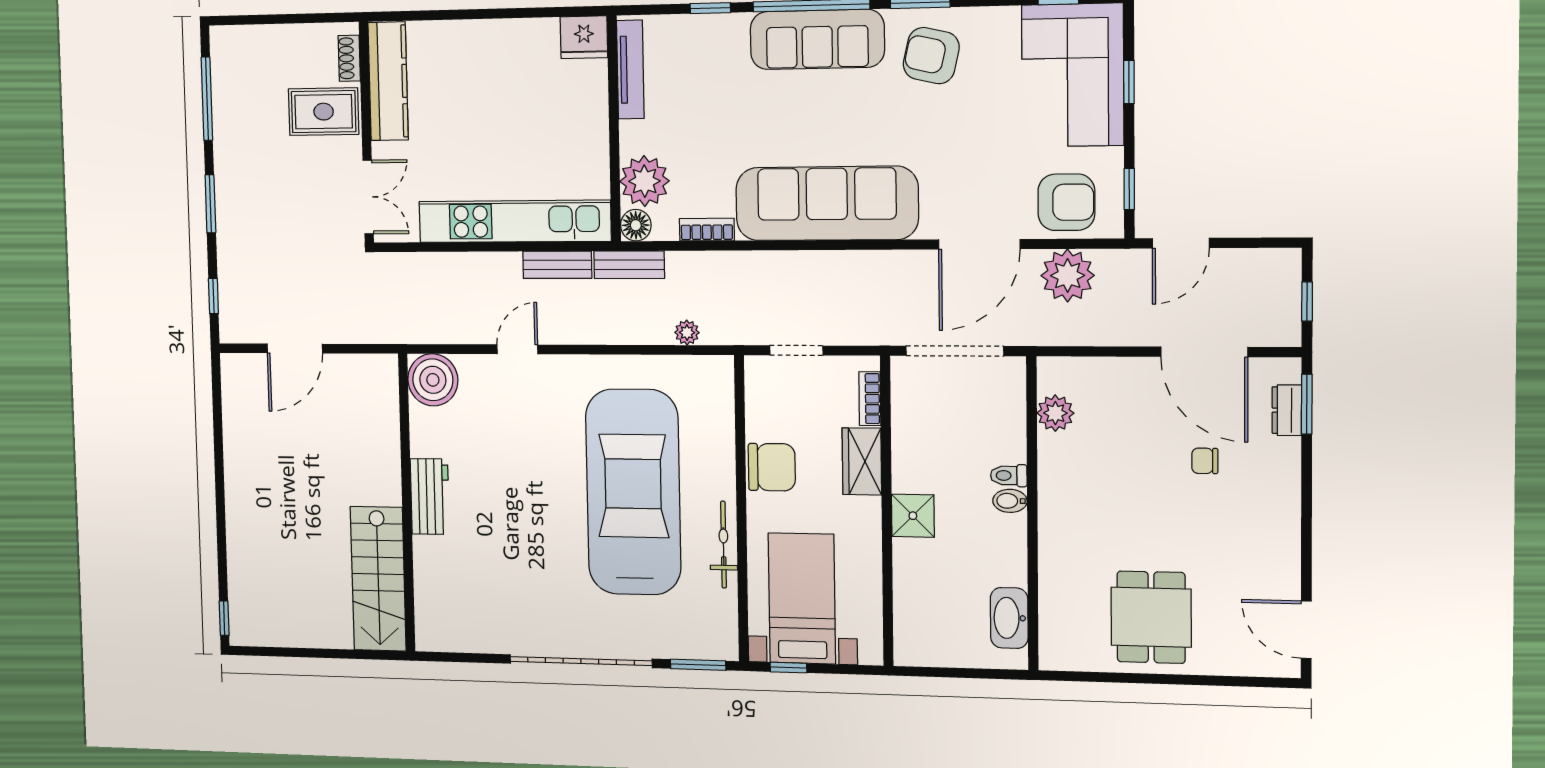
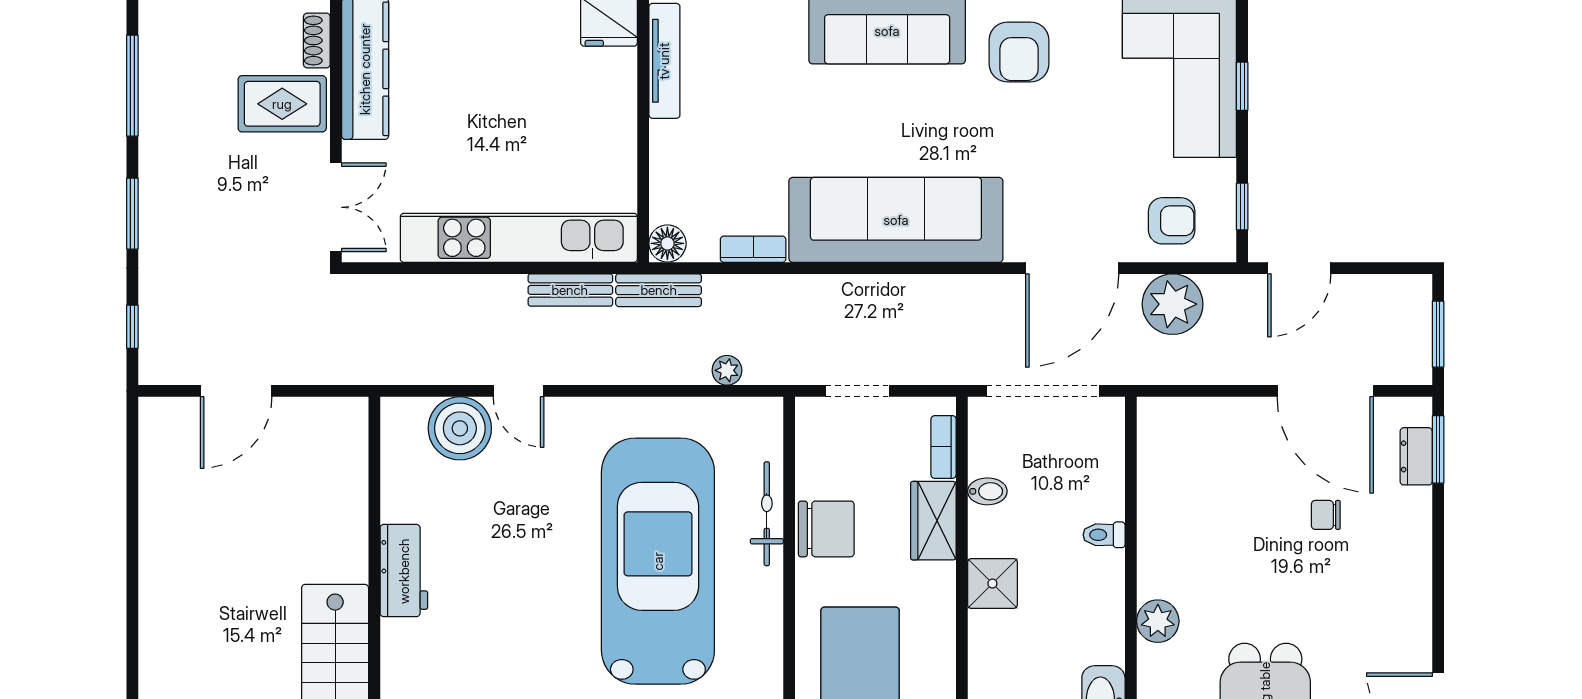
armchair: (931, 56) -> (1019, 52), turned -103
plant: (644, 181) -> (679, 192), removed
armchair: (1066, 202) -> (1172, 221), width x0.72, depth x0.72
window: (1307, 302) -> (1438, 334), width x1.50
door: (517, 349) -> (519, 391), swing flipped
boiler: (433, 380) -> (460, 428), moved
plant: (1055, 413) -> (1158, 621), moved
bidet: (1010, 501) -> (987, 491), moved, turned 180
bicycle: (724, 545) -> (767, 514), moved

